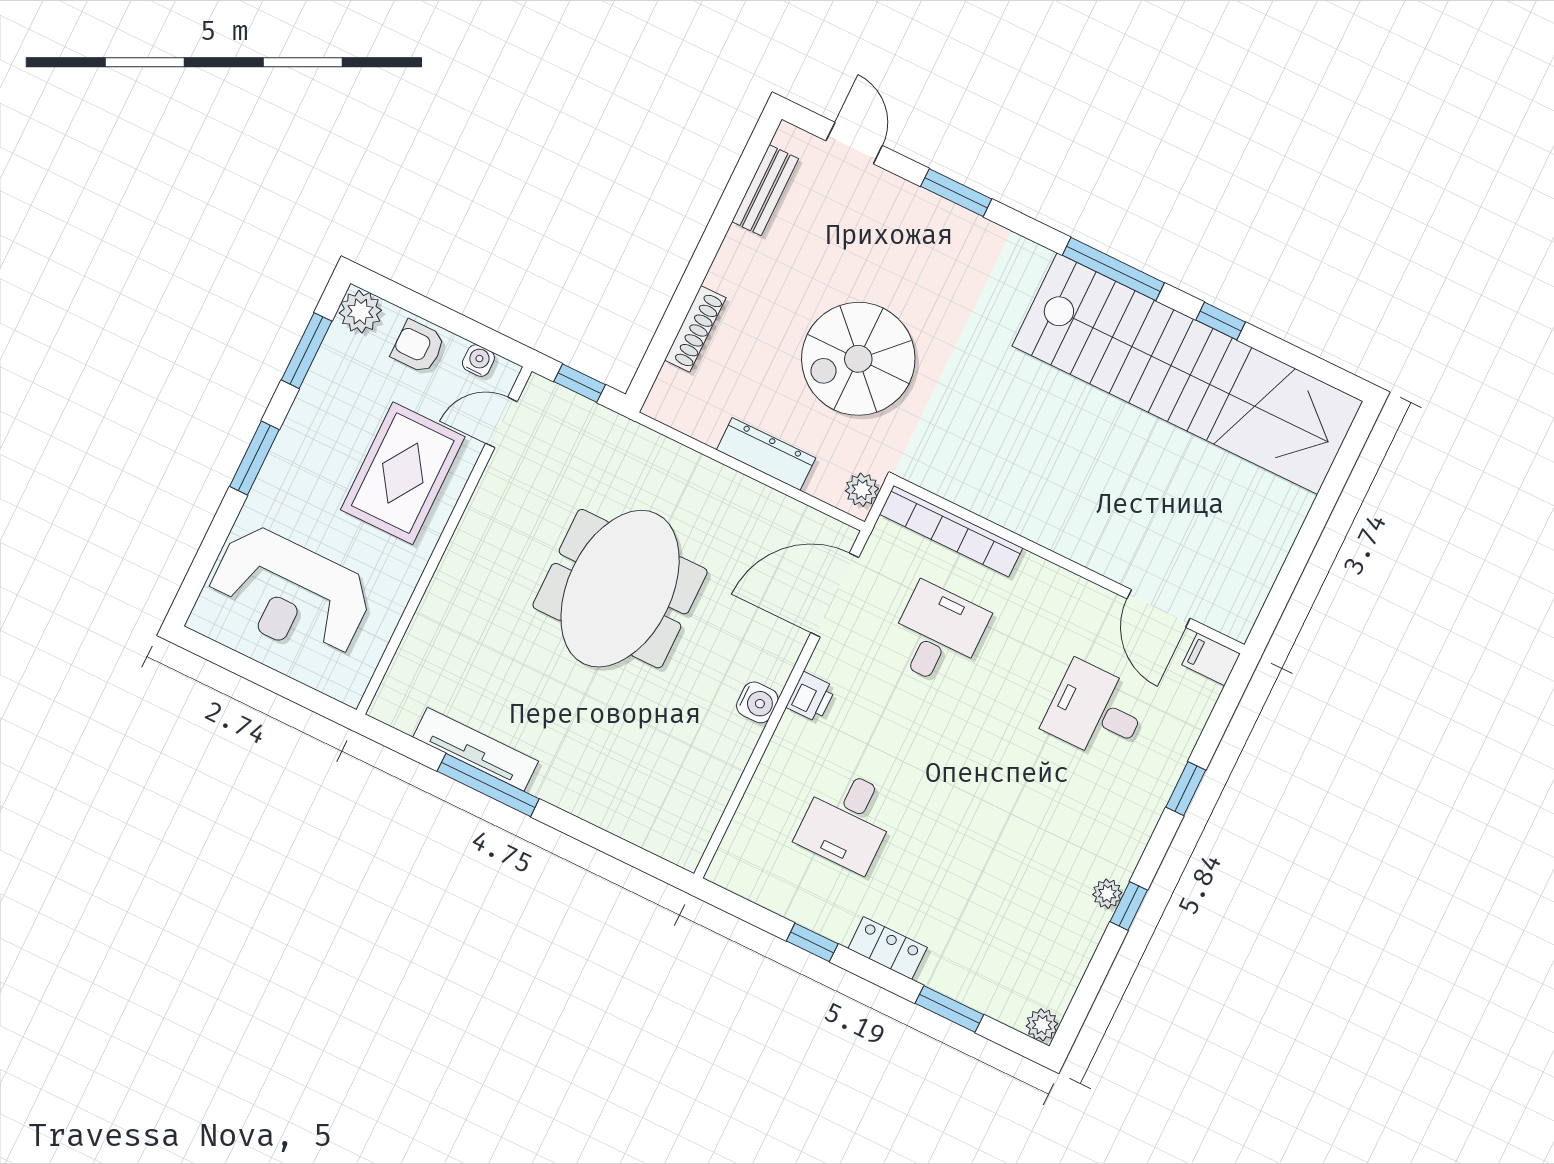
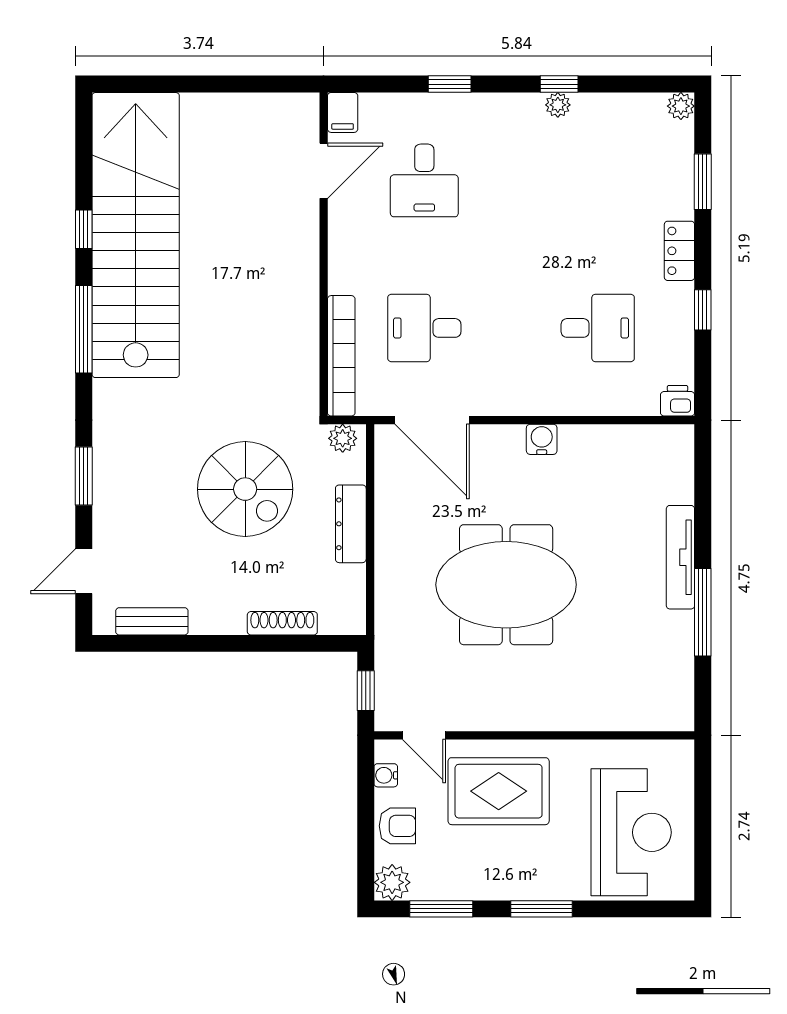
armchair: (418, 347) -> (397, 826), turned -90
printer: (811, 697) -> (678, 401), moved
tv unit: (476, 749) -> (680, 557), moved

